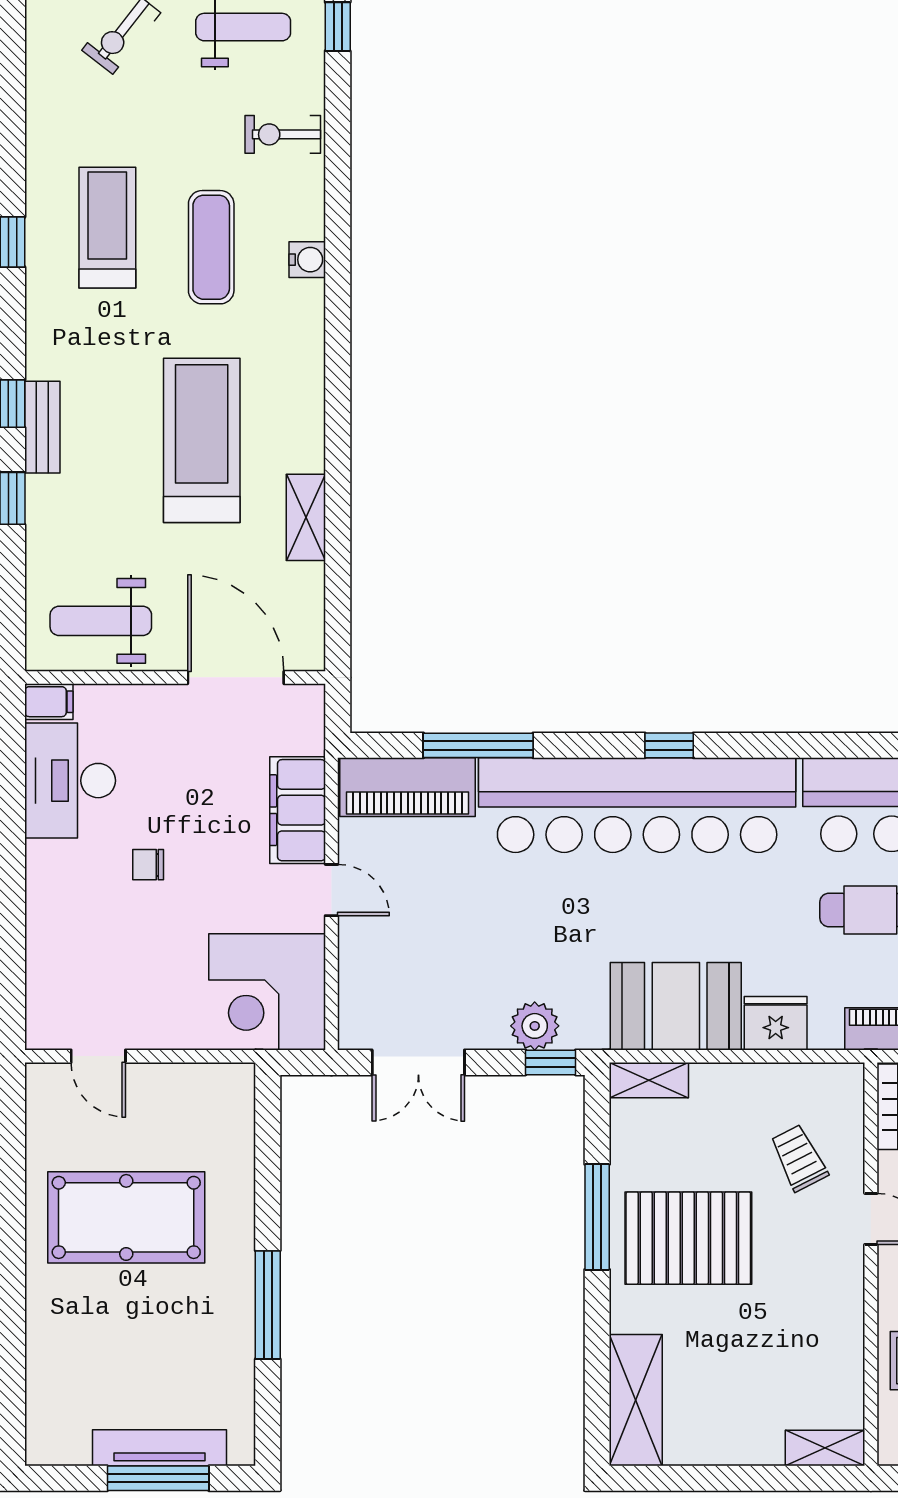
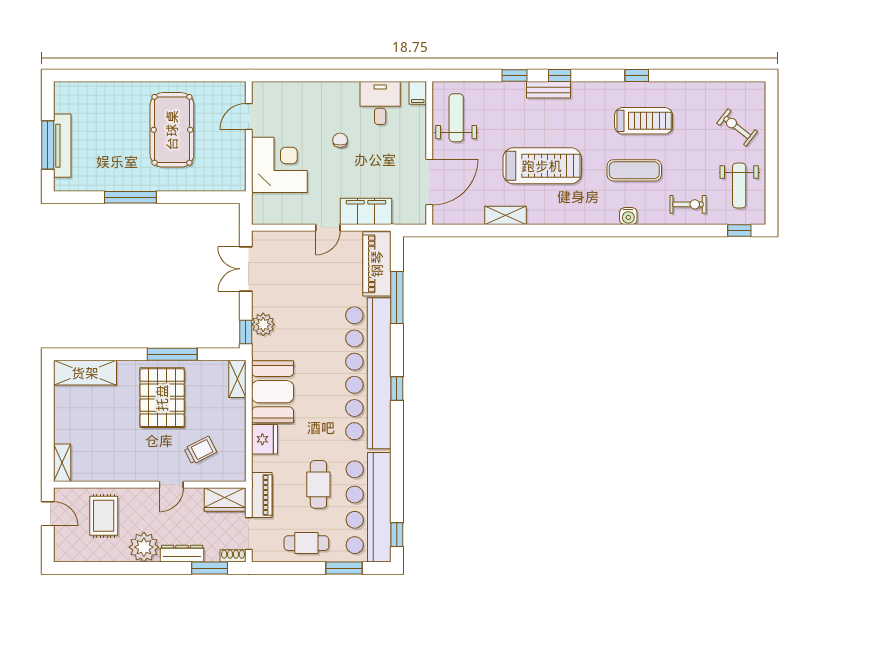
exercise bike: (283, 134) -> (688, 204), turned 90
desk: (70, 781) -> (380, 103), width x0.73
corner desk: (267, 992) -> (279, 165), moved, turned 90

